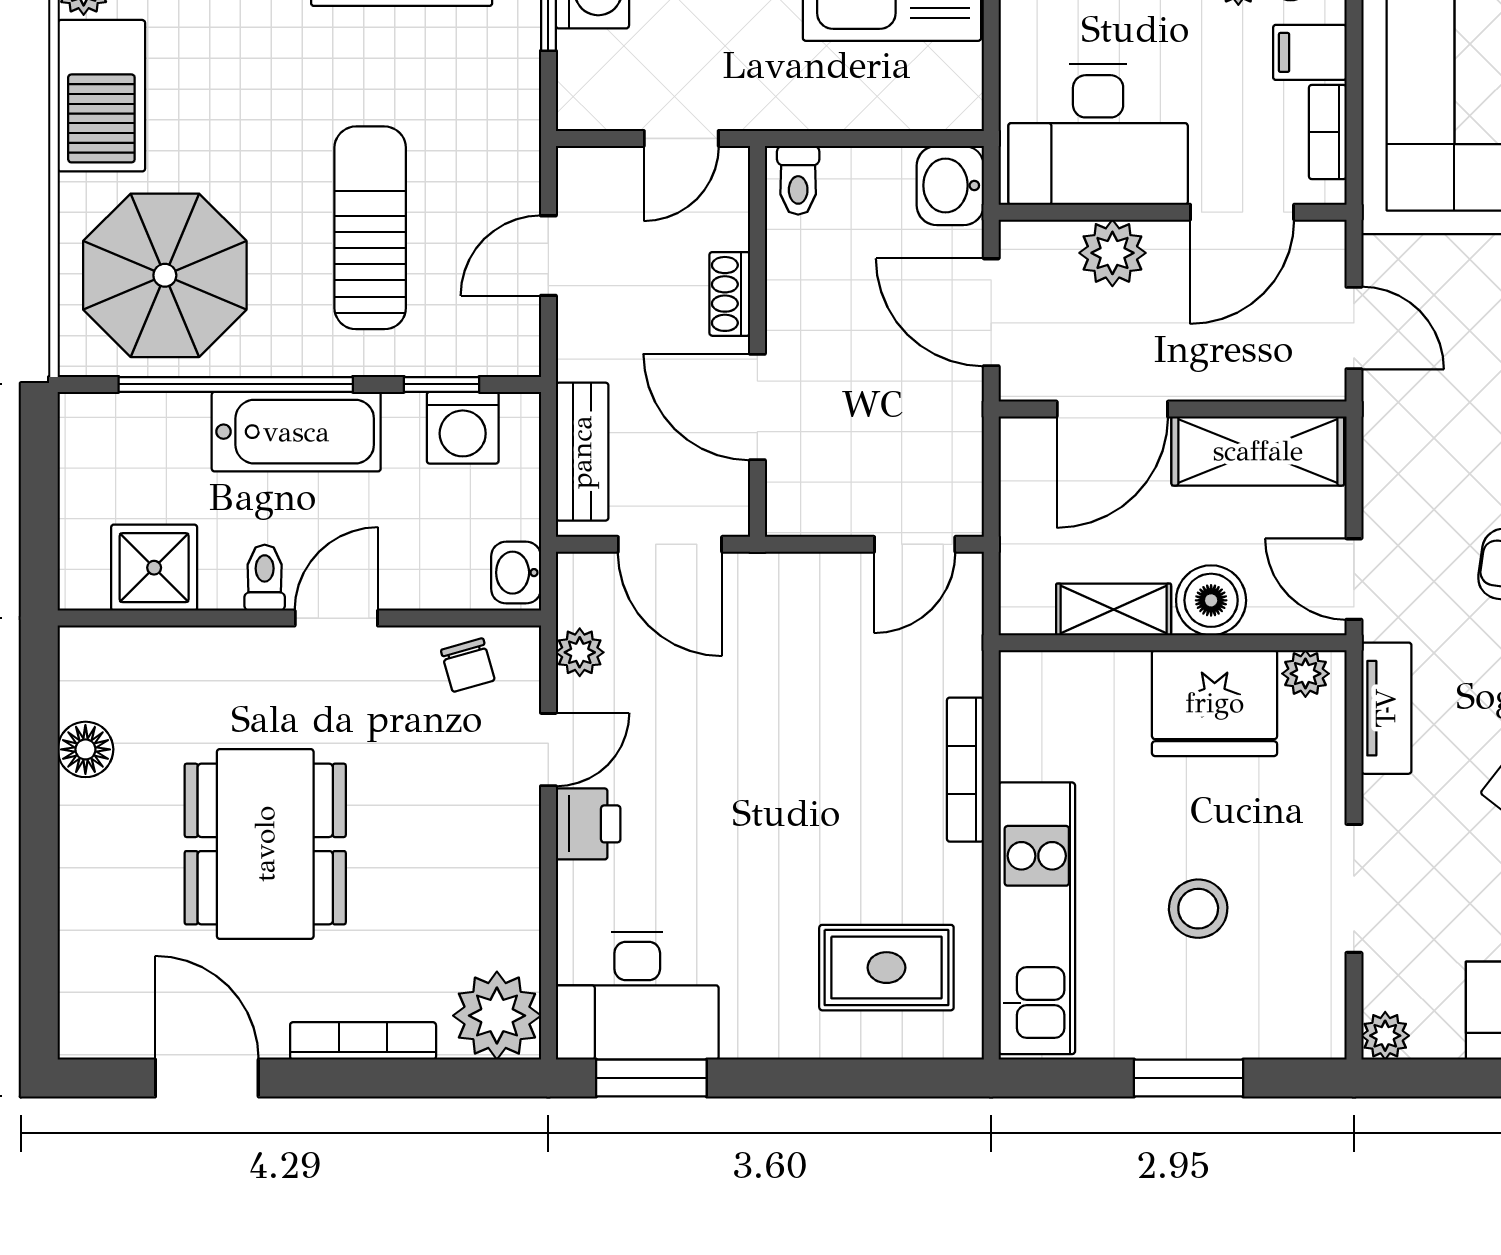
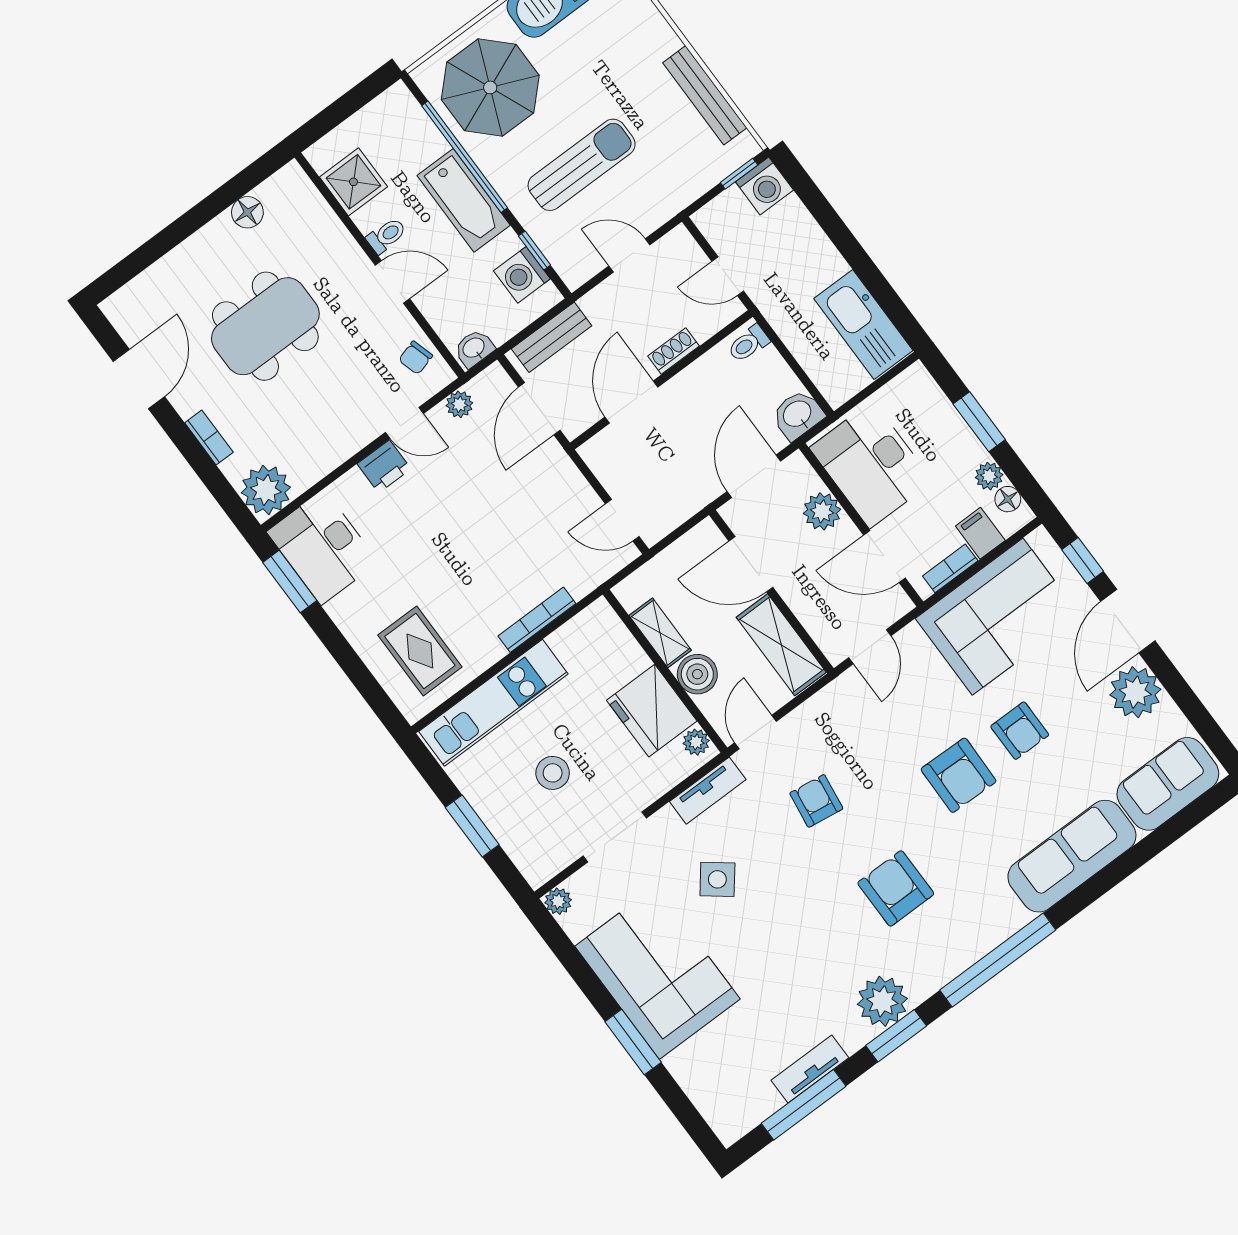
bookcase: (363, 1041) -> (209, 438), width x0.64

